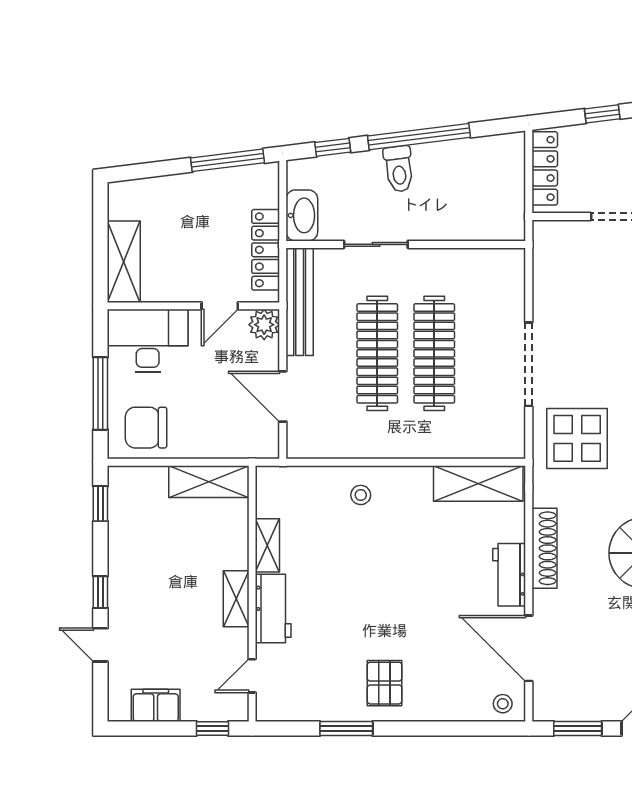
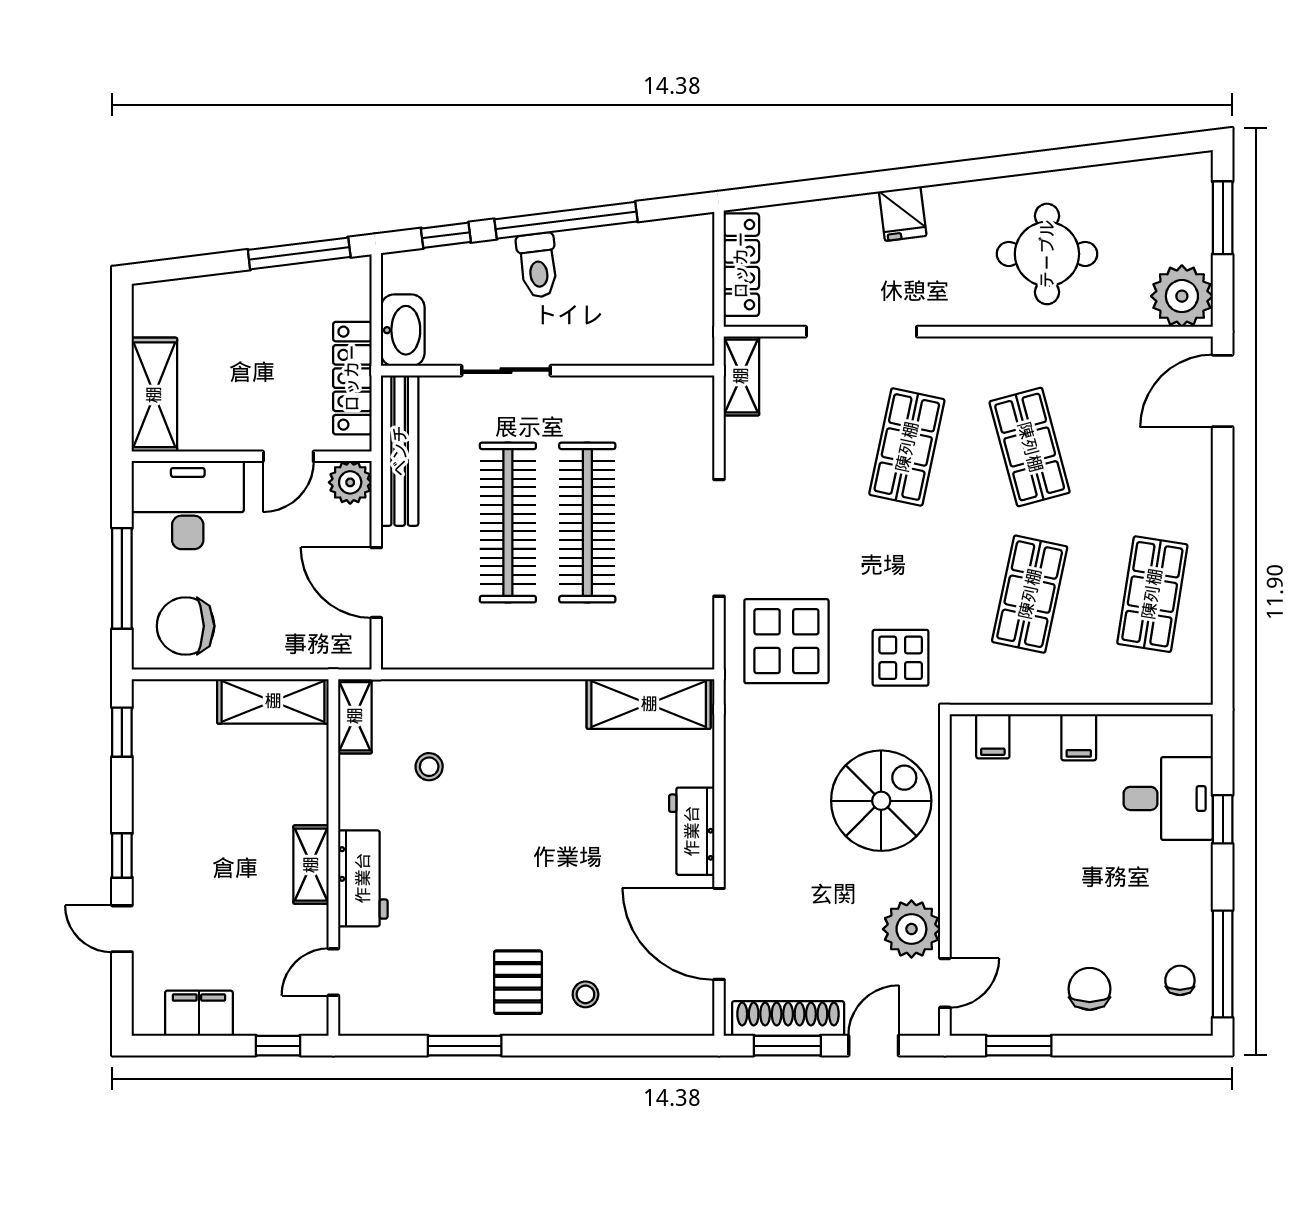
window: (602, 114) -> (822, 189), removed
shelving: (545, 248) -> (741, 376), added
stool: (361, 495) -> (429, 767), moved
shelving: (267, 545) -> (355, 716), moved
shoe rack: (544, 548) -> (788, 1019), moved, turned -90
stool: (503, 704) -> (585, 994), moved

